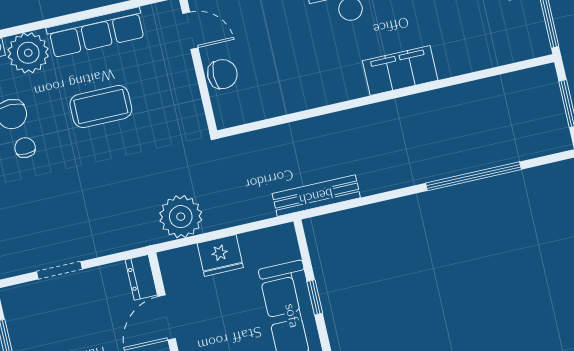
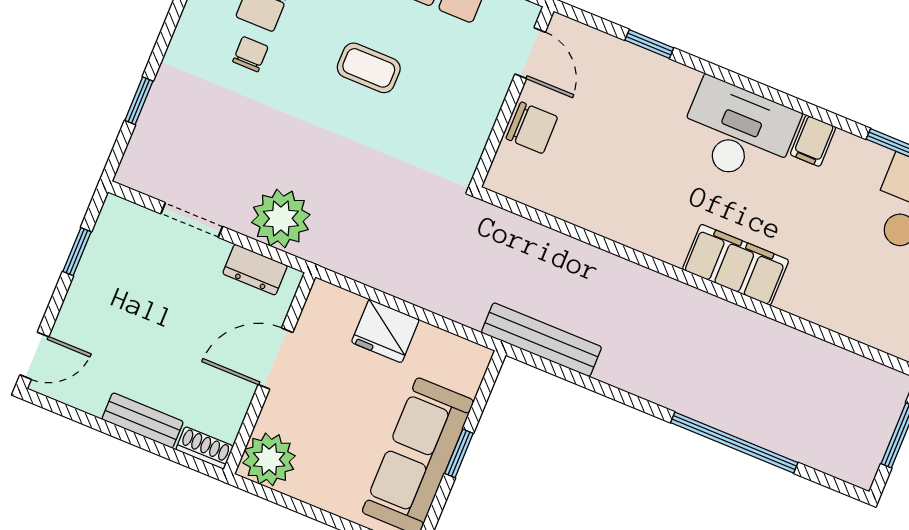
coffee table: (101, 107) -> (369, 68), width x0.73, depth x0.77
plant: (181, 217) -> (281, 218), moved
dresser: (141, 277) -> (255, 270), moved, turned -90

